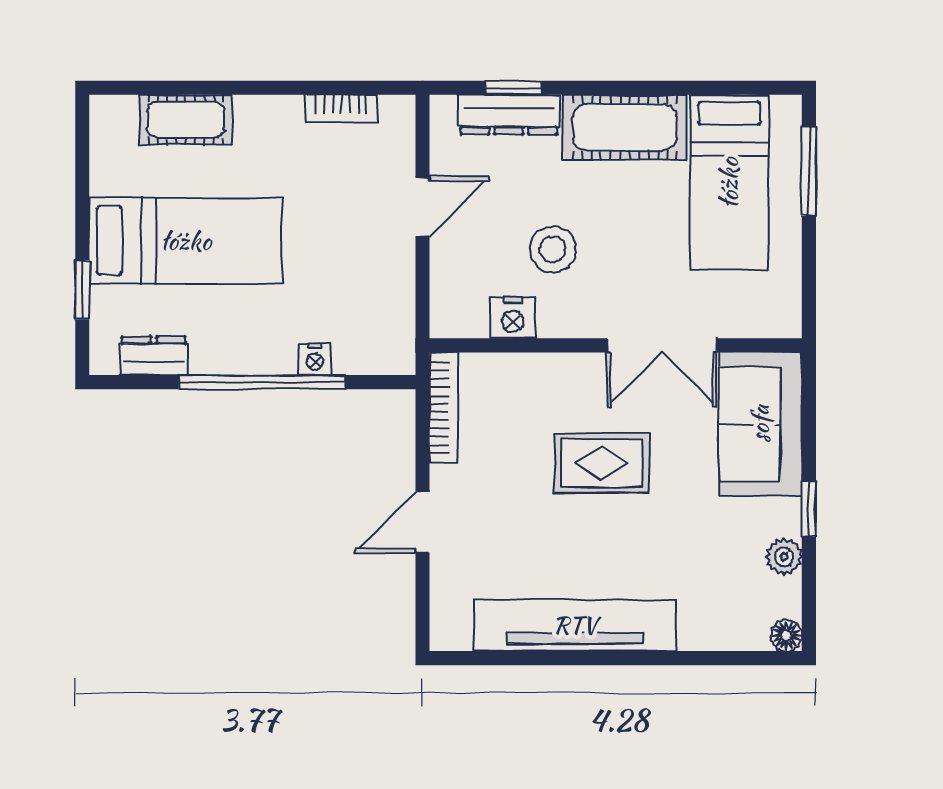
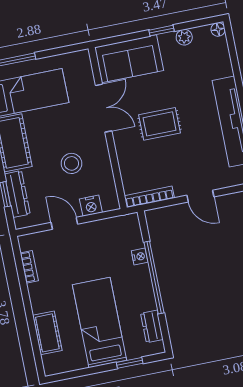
nightstand: (513, 318) -> (91, 206), moved, turned 90
rug: (602, 463) -> (160, 124), turned 90

